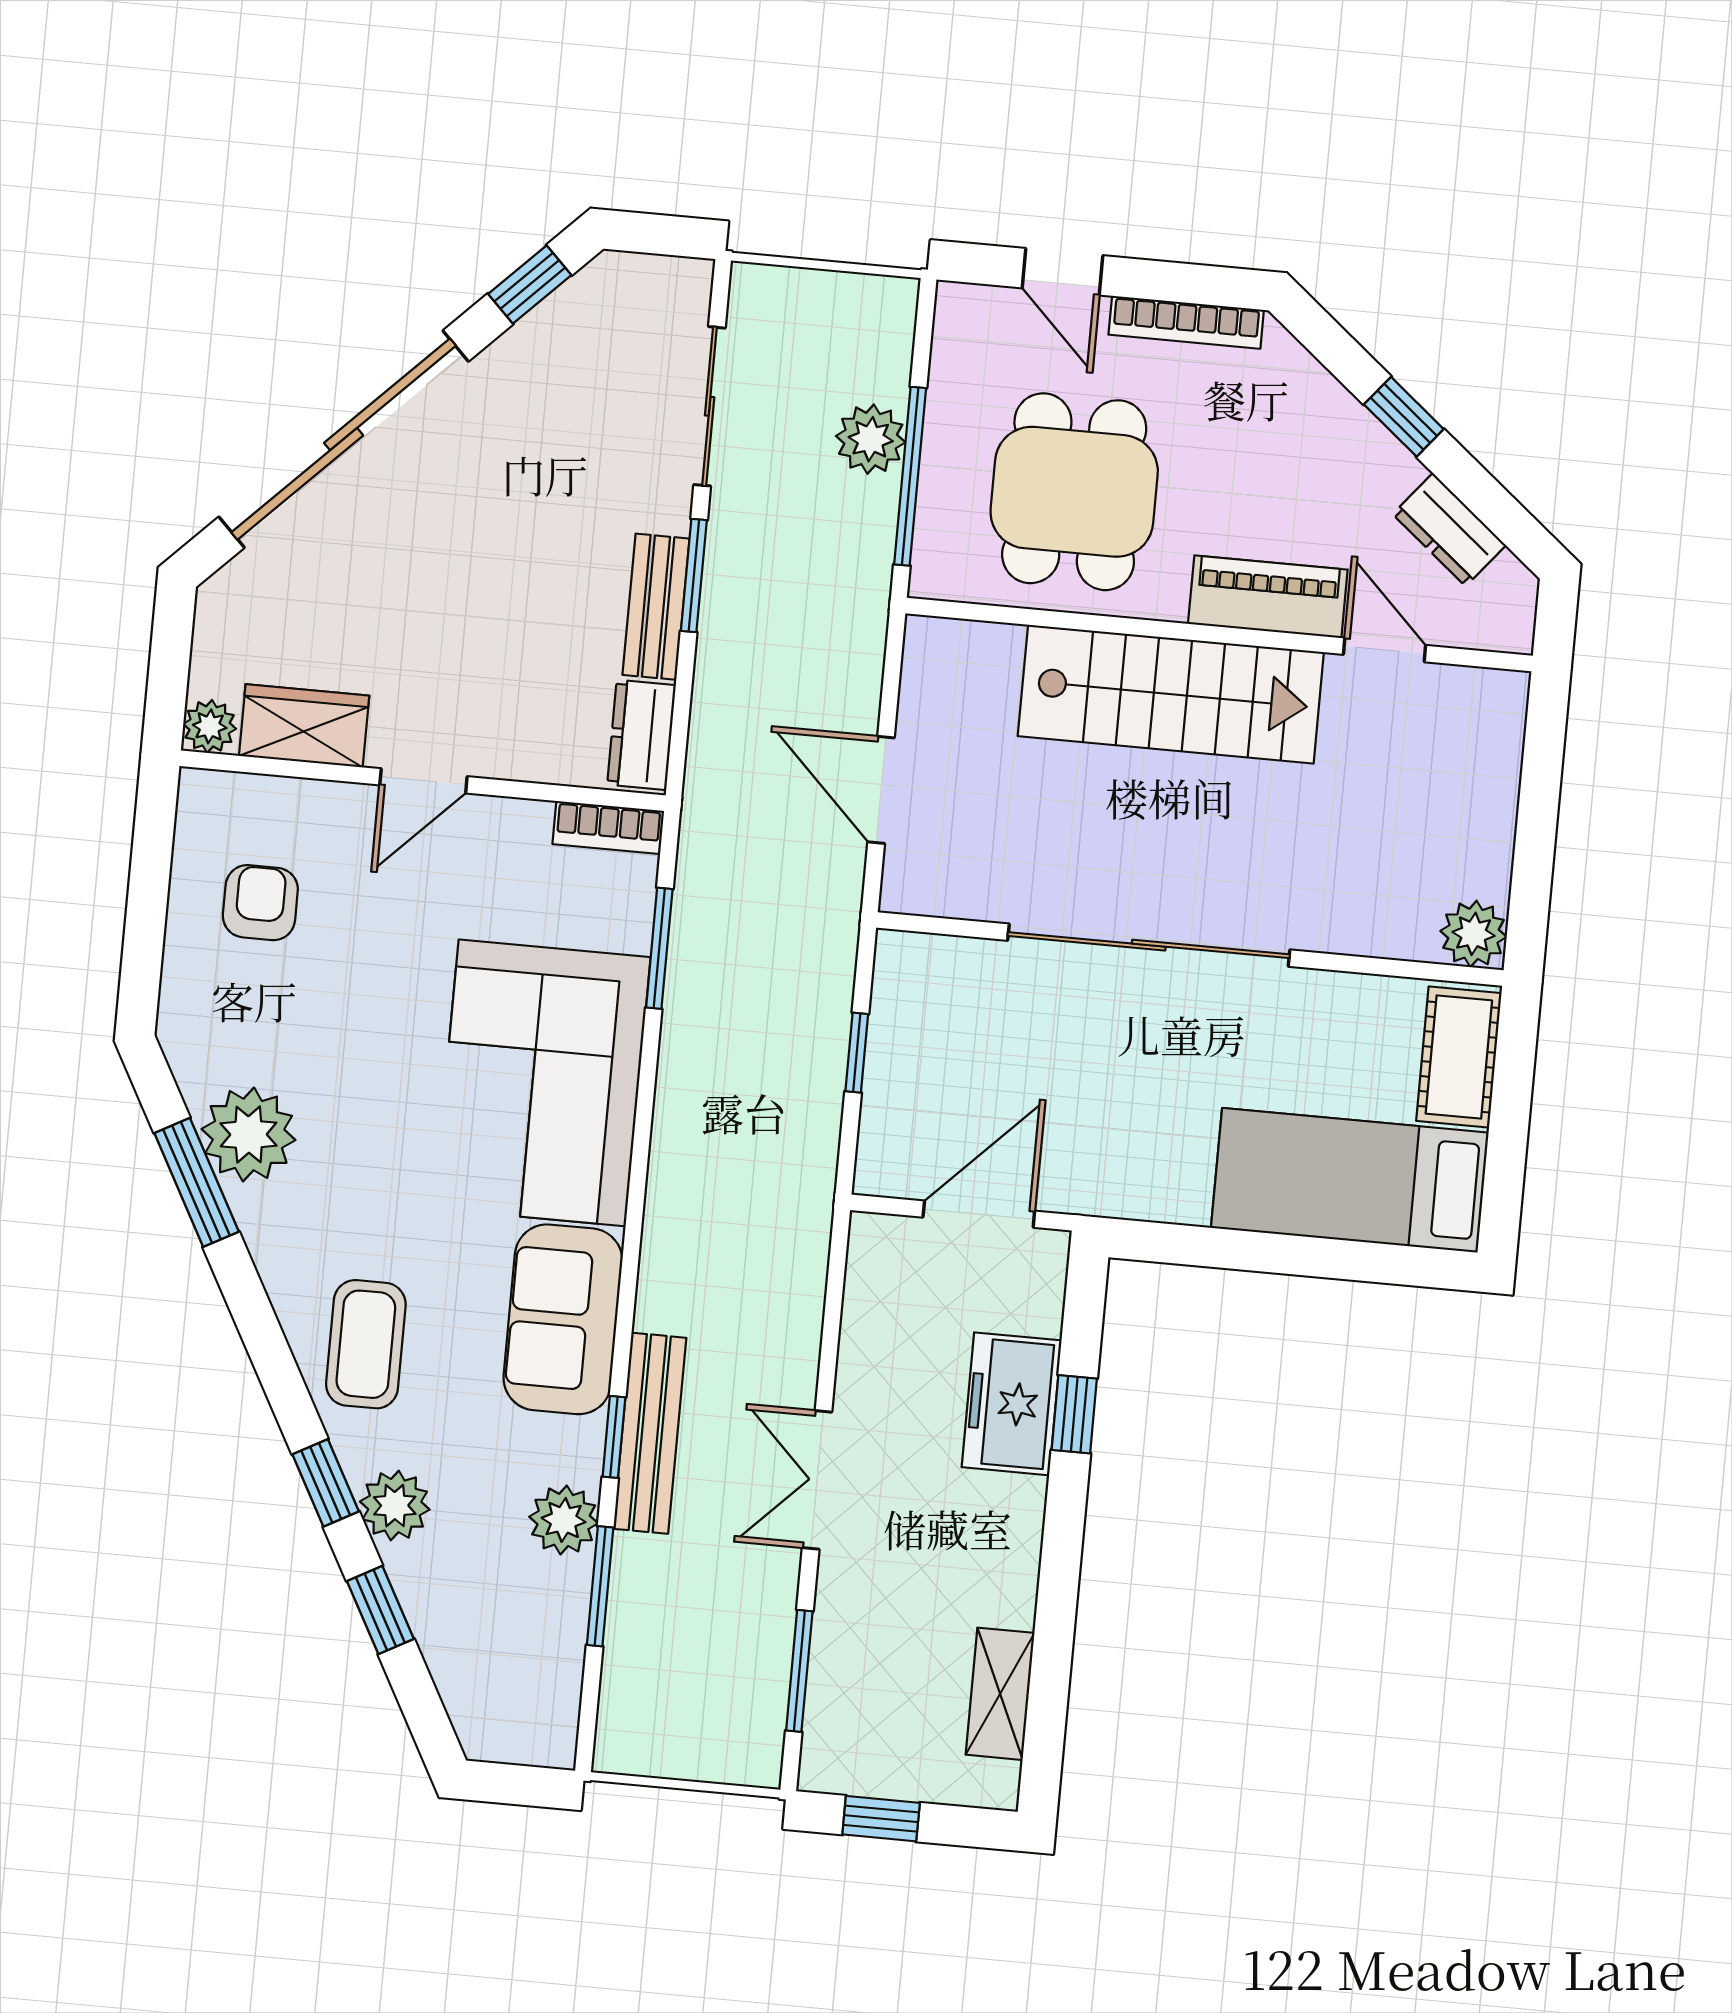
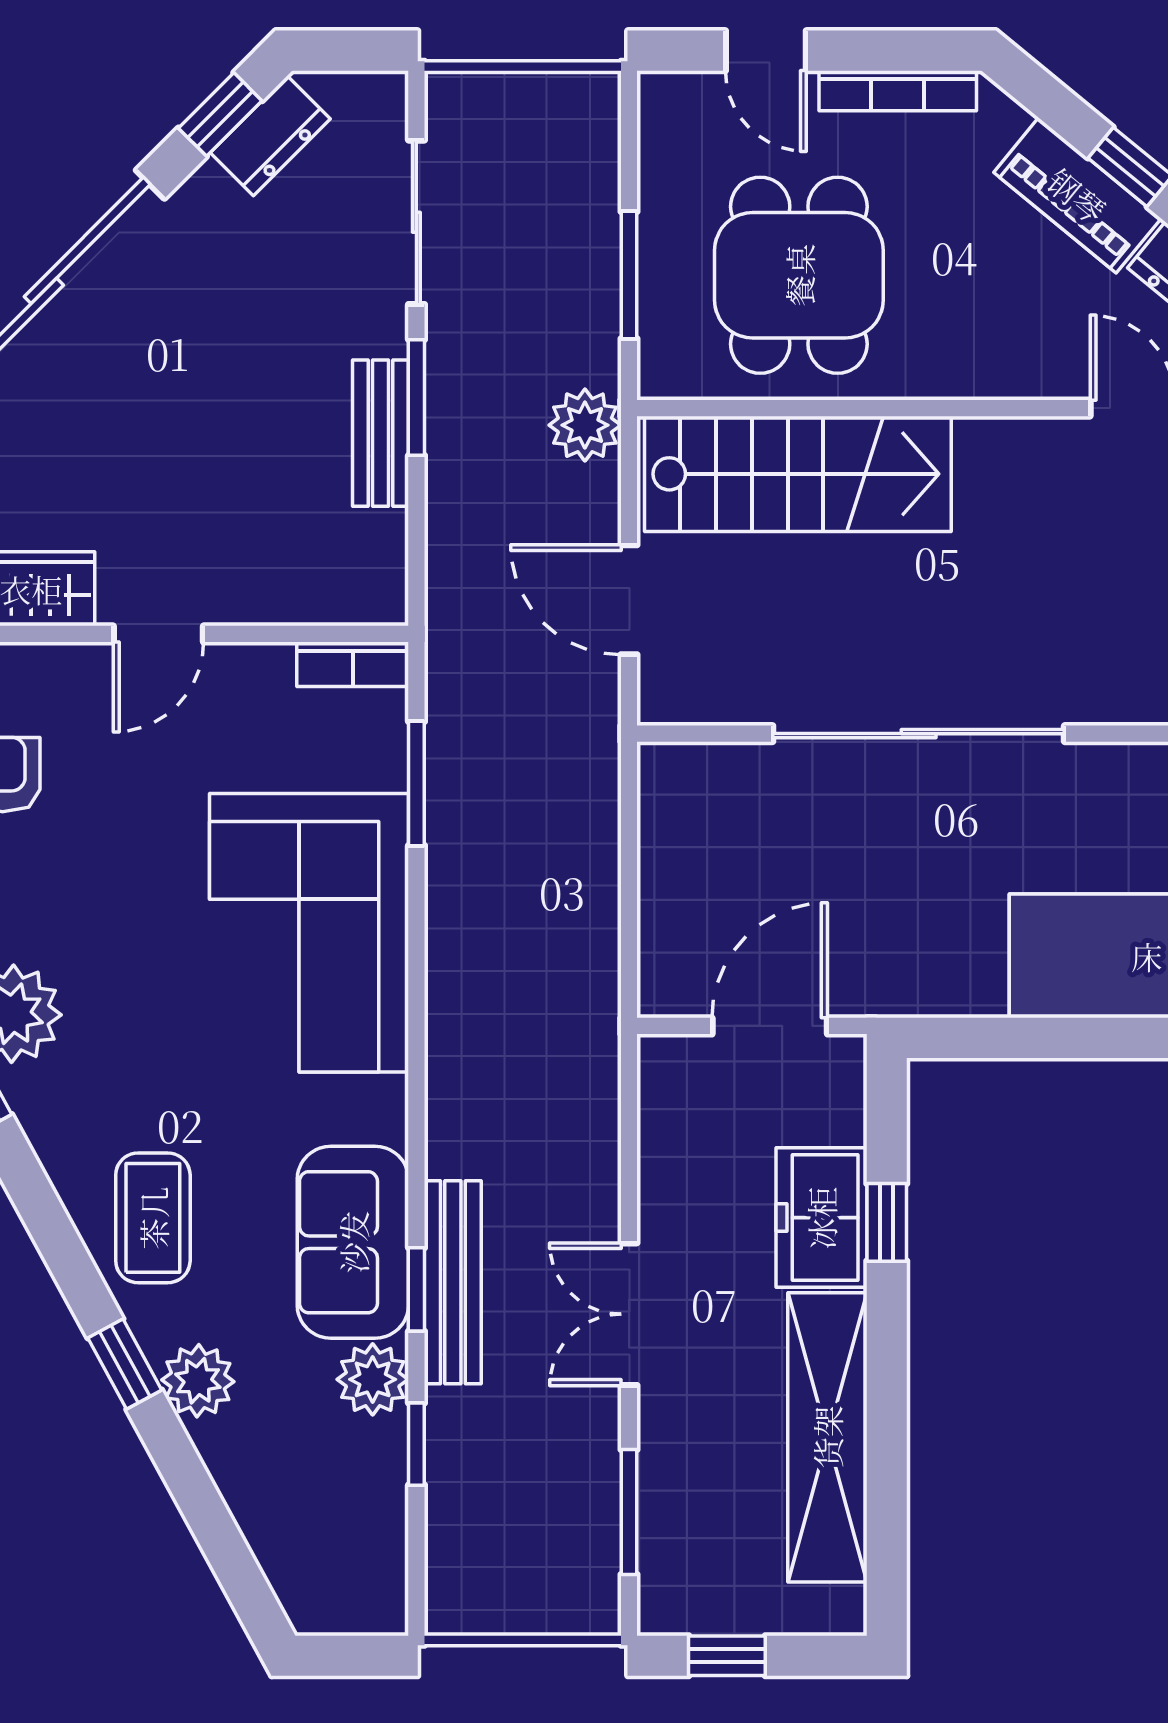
plant: (871, 439) -> (585, 425), moved
window: (910, 476) -> (629, 275), width x0.69
piano: (1268, 597) -> (1077, 195), moved, turned -141
stairs: (1171, 694) -> (798, 474), moved
dresser: (641, 735) -> (270, 136), moved, turned -135
window: (857, 1053) -> (629, 872), removed
sofa: (563, 1319) -> (353, 1242), moved
window: (600, 1586) -> (416, 1444), width x0.67
window: (380, 1610) -> (193, 1489), removed
shelving: (1000, 1694) -> (827, 1437), width x2.20, depth x1.33

